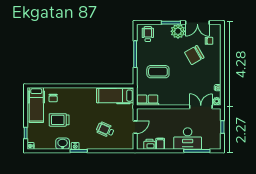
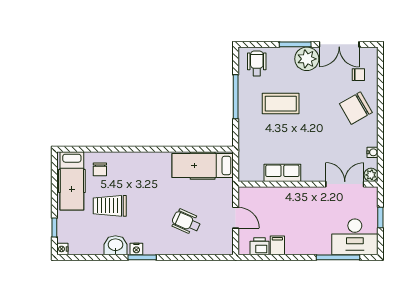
chair: (194, 55) -> (356, 108), moved
coffee table: (158, 72) -> (281, 104), moved
row of seats: (148, 100) -> (282, 173), moved
door: (135, 127) -> (236, 218), hinge flipped
desk: (188, 139) -> (355, 237), moved

